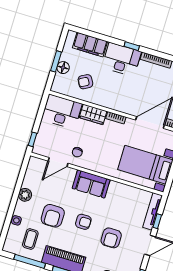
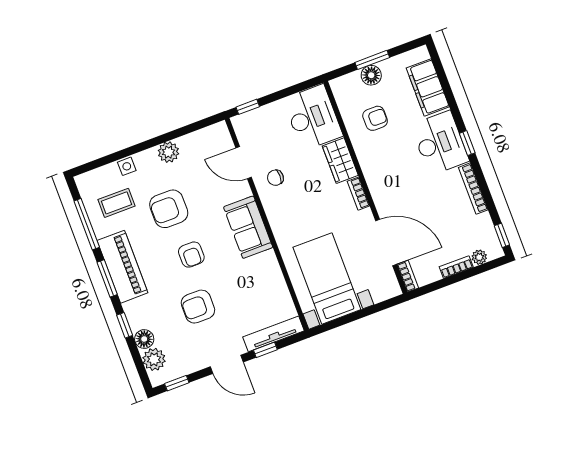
armchair: (85, 82) -> (375, 118), turned 119

